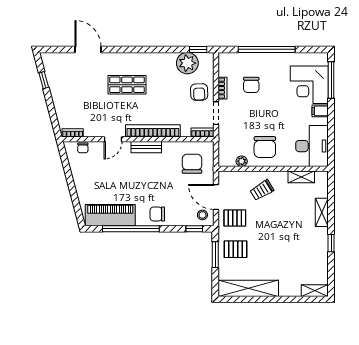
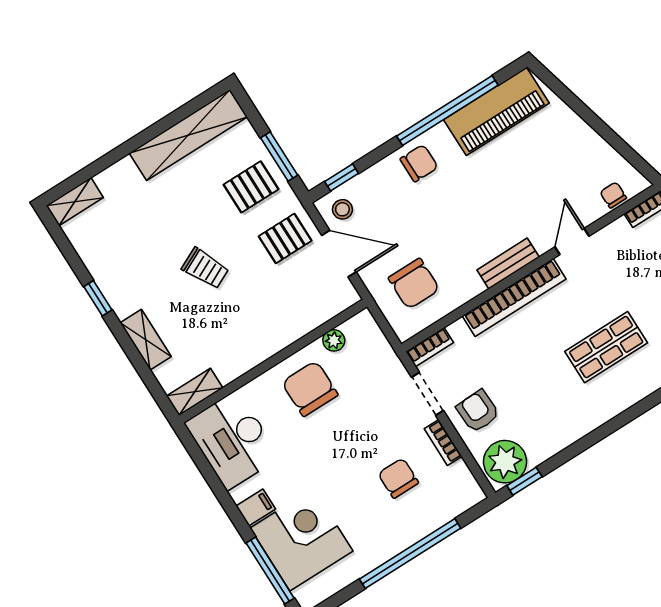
plant: (187, 63) -> (505, 462), moved
shelving: (301, 177) -> (195, 392), moved
trolley: (262, 190) -> (205, 268), moved, turned 95

